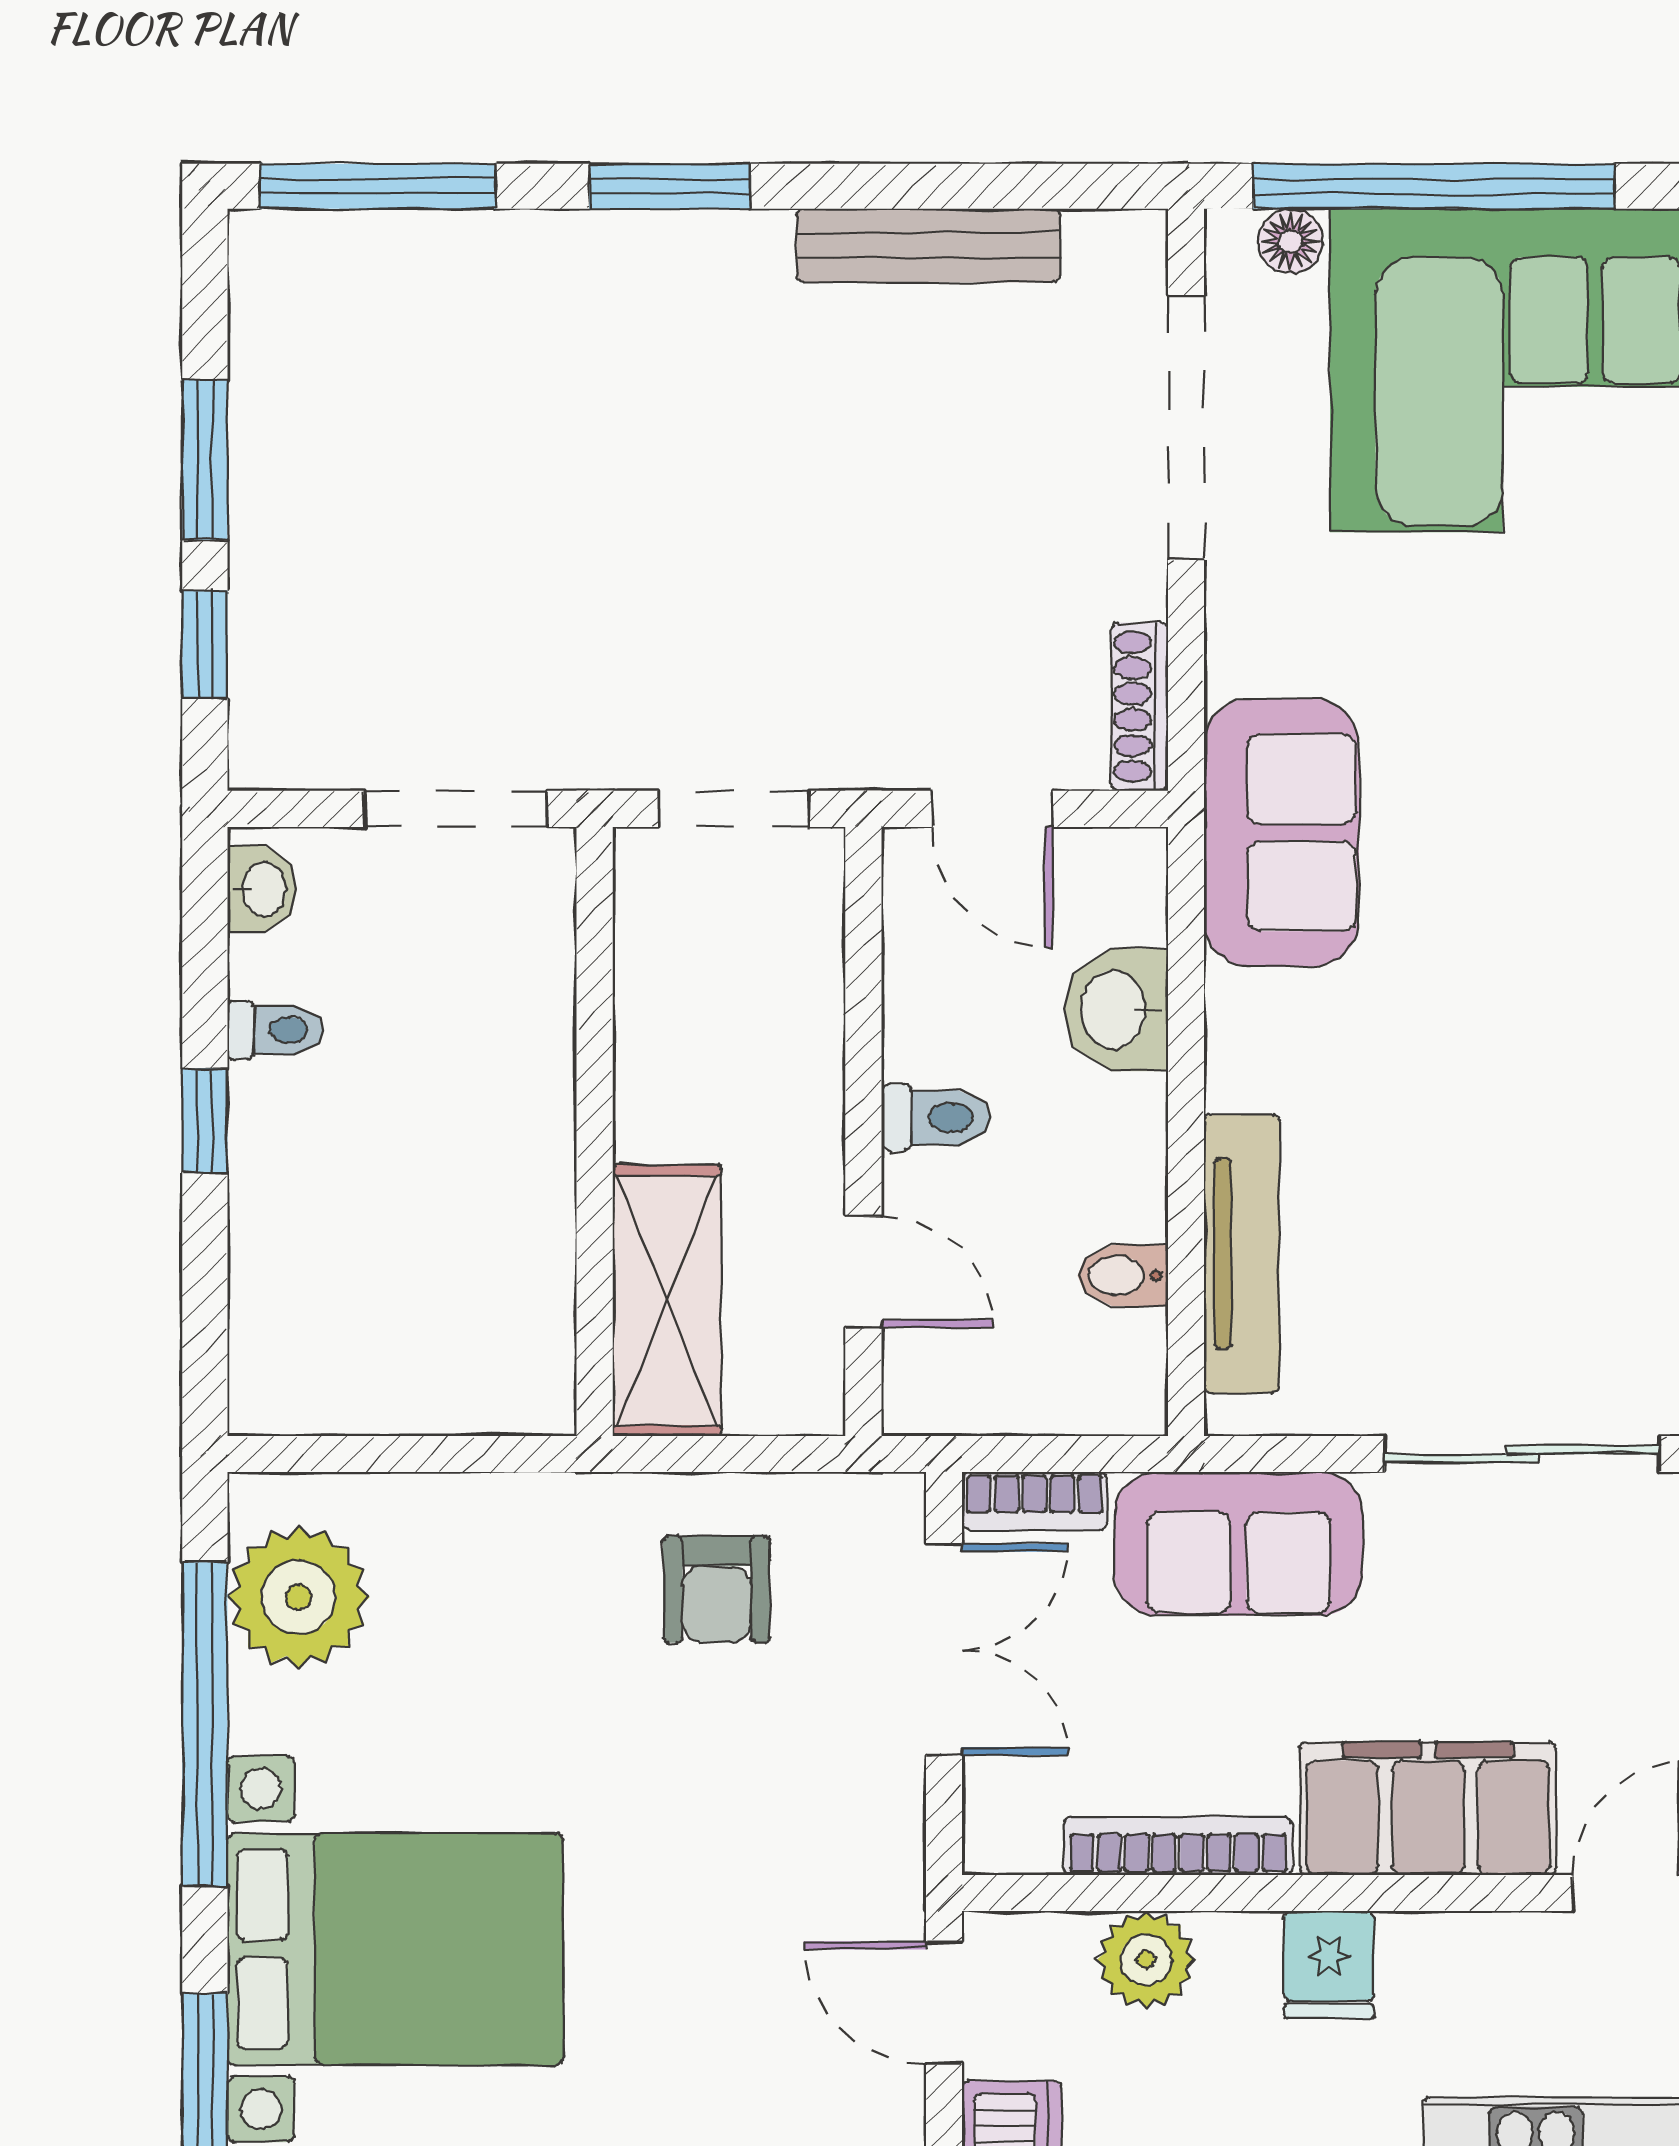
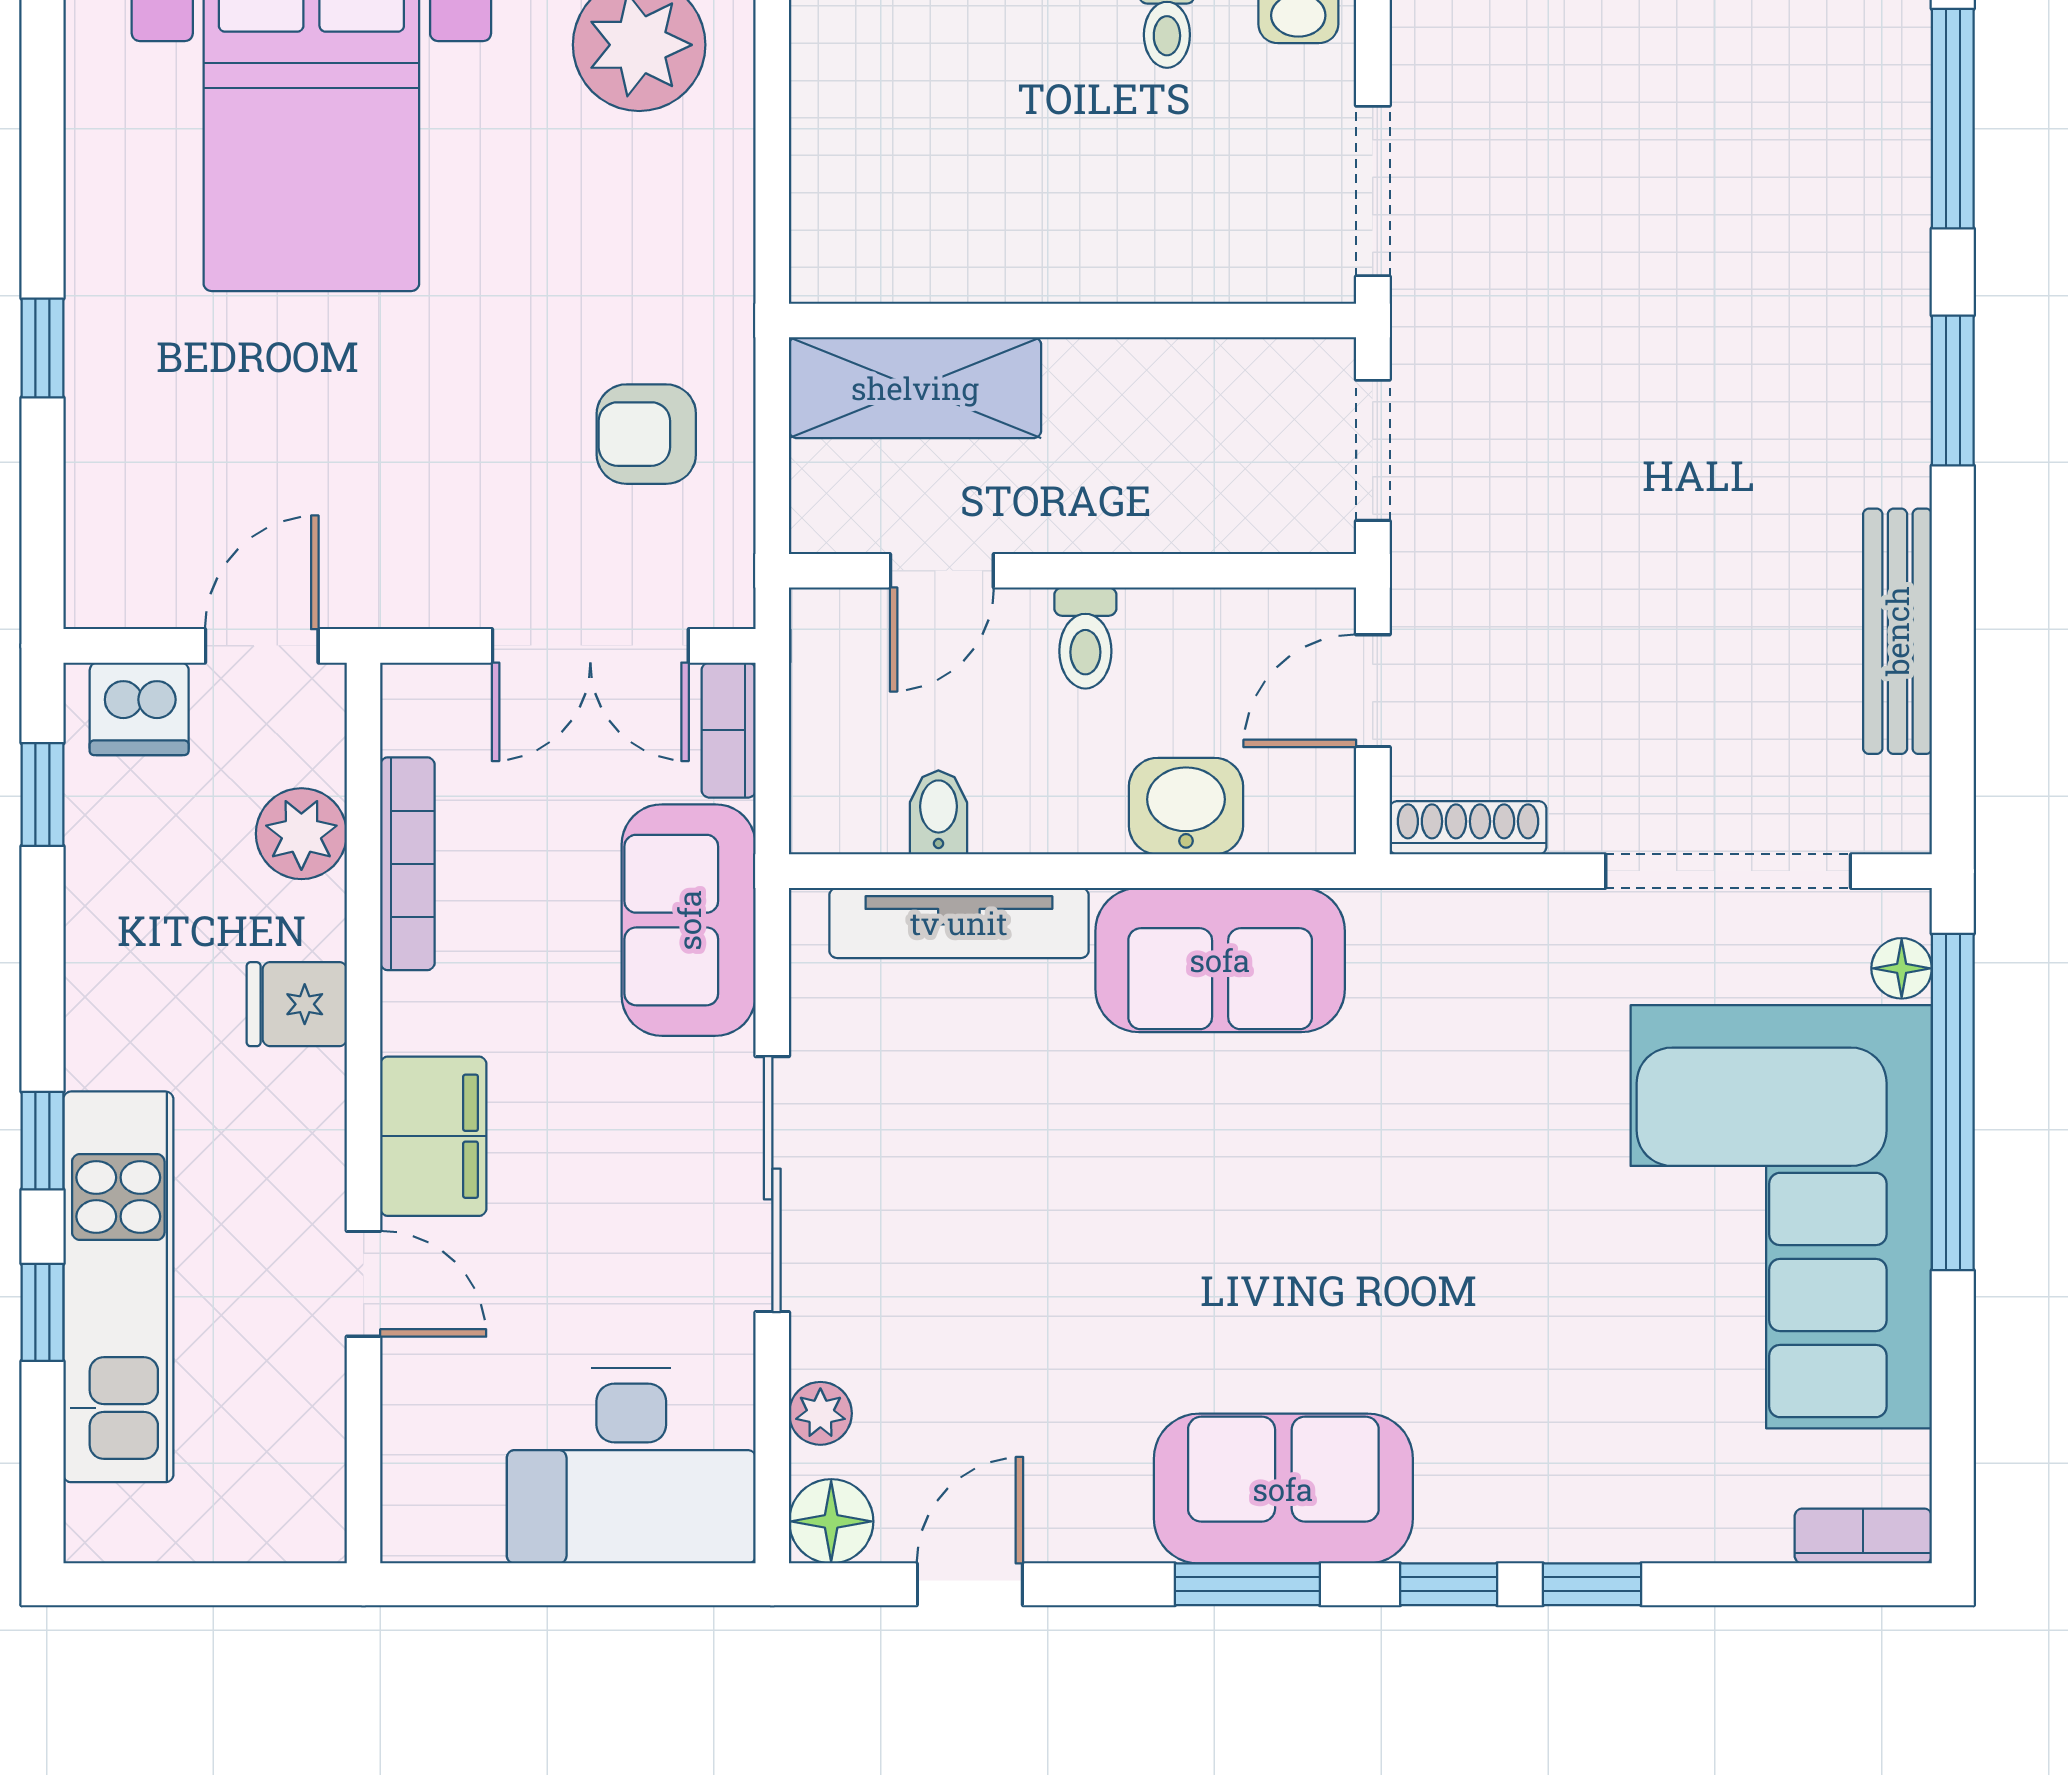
sofa: (1281, 832) -> (1220, 960), moved
filing cabinet: (1428, 1809) -> (433, 1136), width x0.67, depth x0.86

